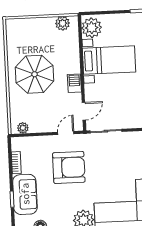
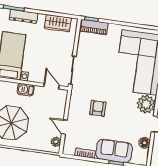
door: (66, 133) -> (64, 127), moved
armchair: (69, 167) -> (98, 108), width x0.53, depth x0.53

